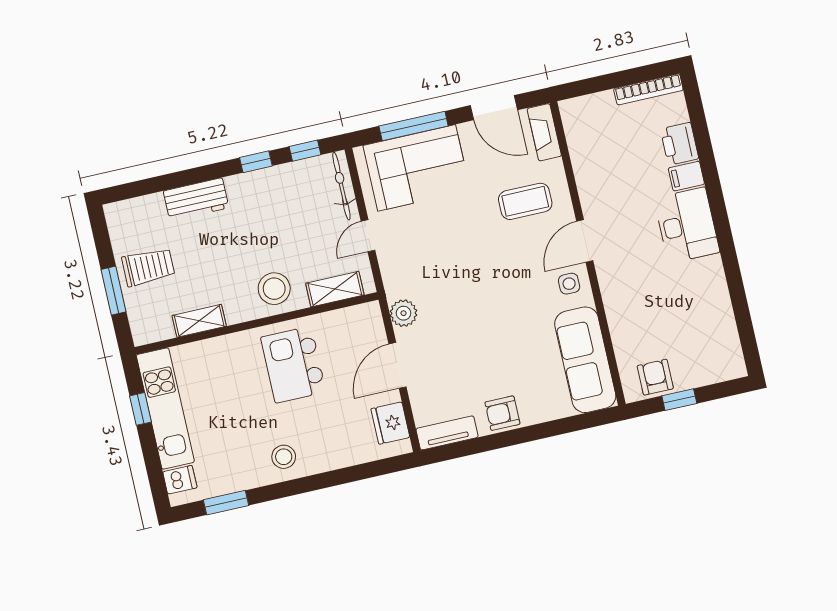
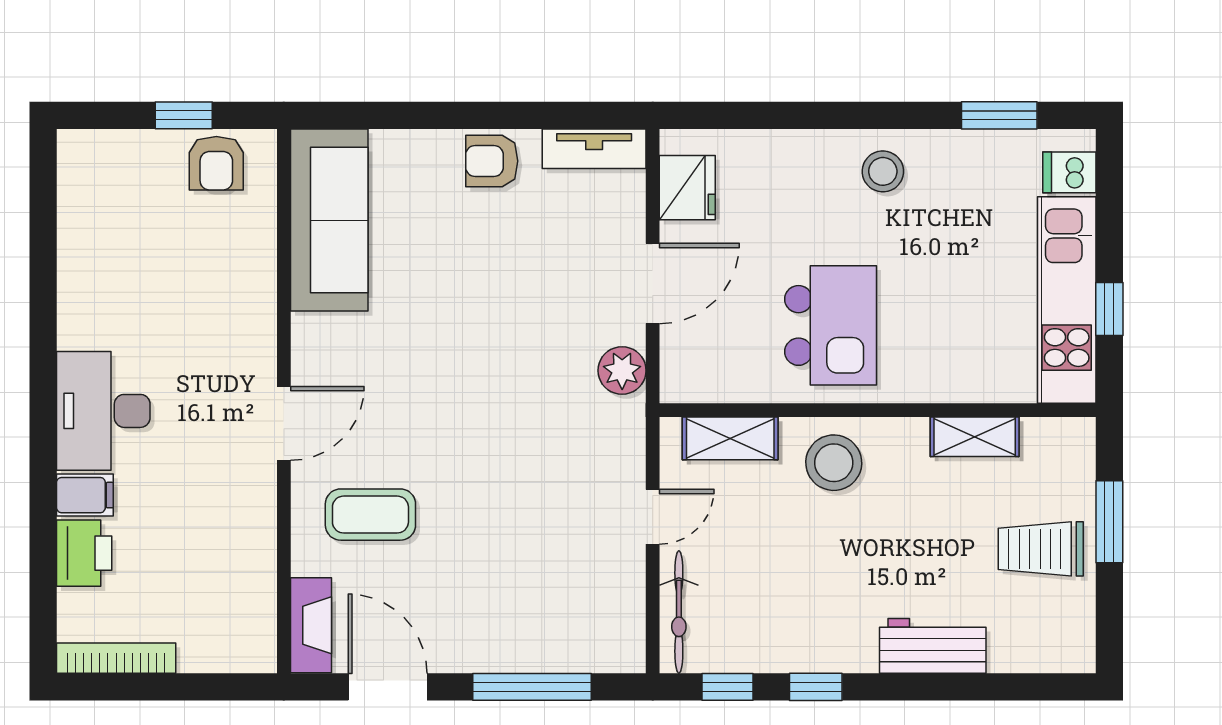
corner sofa: (417, 168) -> (543, 614), removed
side table: (569, 284) -> (327, 357), removed
armchair: (502, 413) -> (492, 161), turned 180

